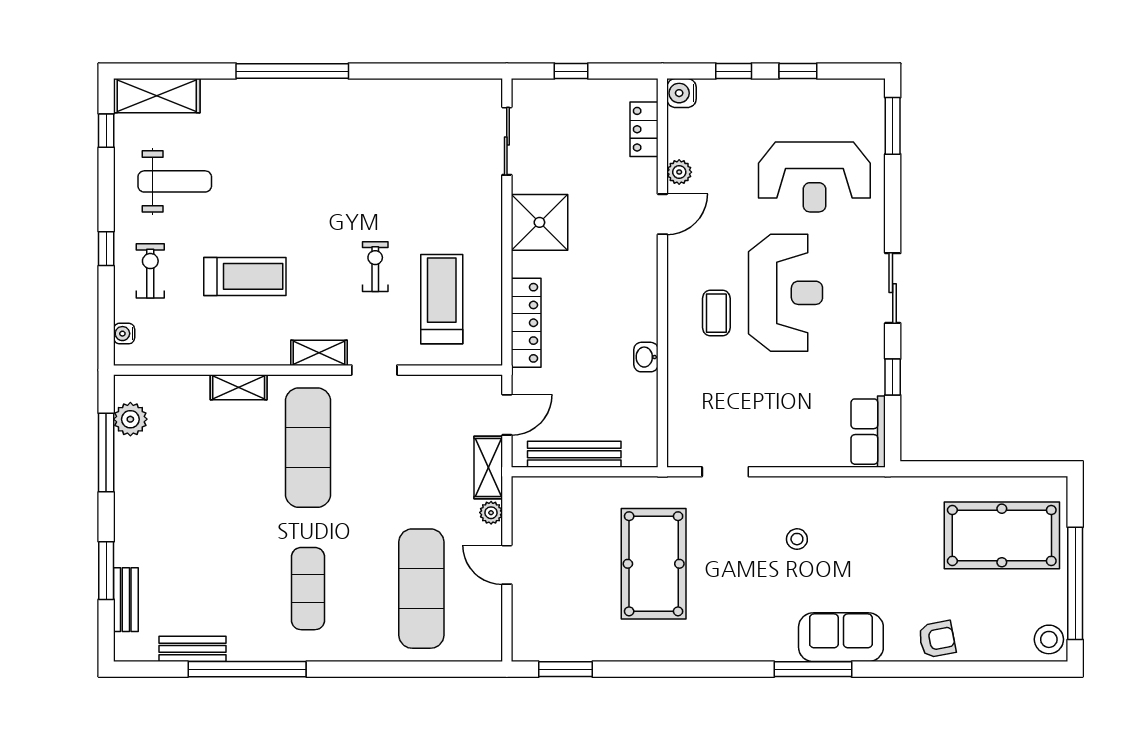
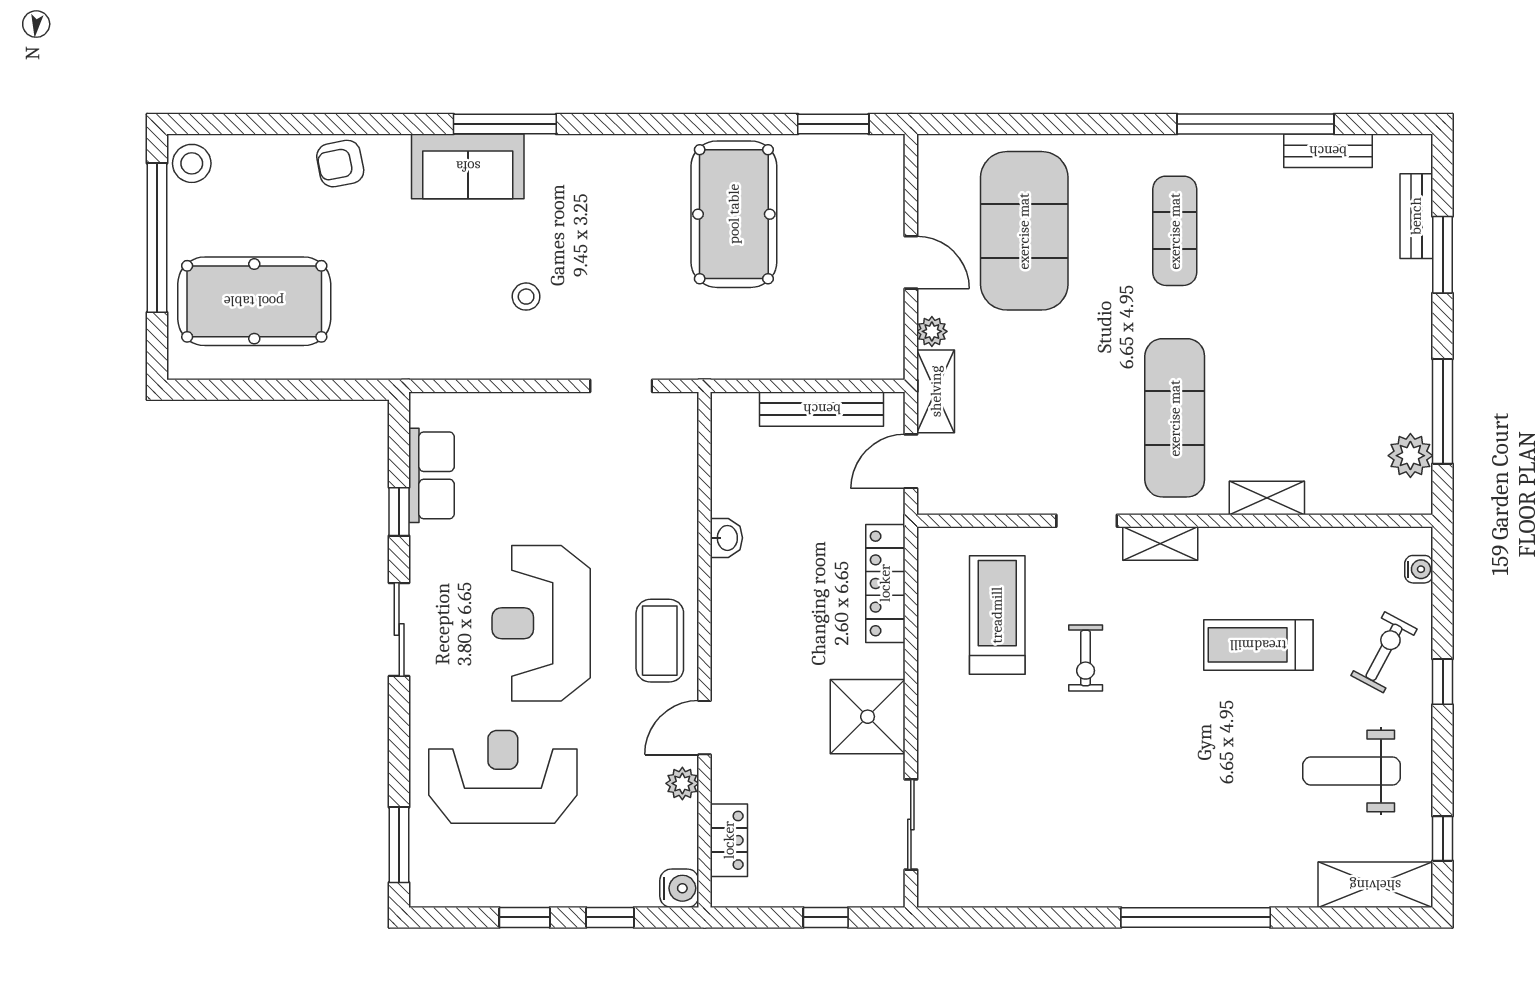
exercise bike: (150, 271) -> (1384, 652), turned -152
treadmill: (442, 299) -> (997, 615), turned 180
coffee table: (716, 313) -> (660, 641), moved, width x1.36, depth x1.30
row of seats: (868, 432) -> (432, 475), moved
pool table: (654, 564) -> (734, 214), moved
exercise mat: (421, 589) -> (1024, 231), width x1.47

